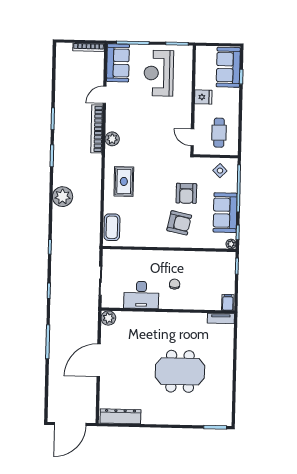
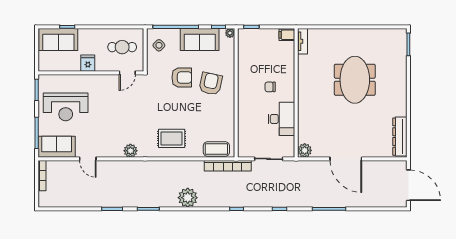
bookcase: (97, 129) -> (228, 166), moved

